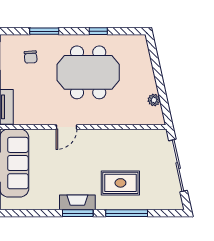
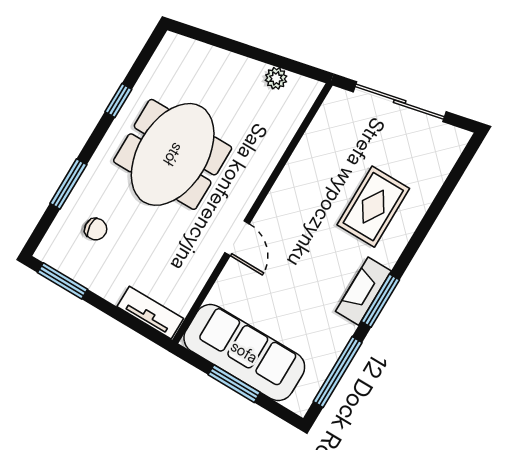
window: (127, 213) -> (338, 372), moved

